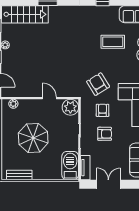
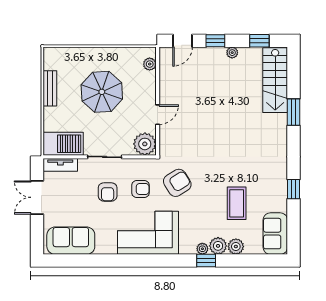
bench: (19, 175) -> (50, 88), moved
double door: (108, 184) -> (37, 197), swing flipped

